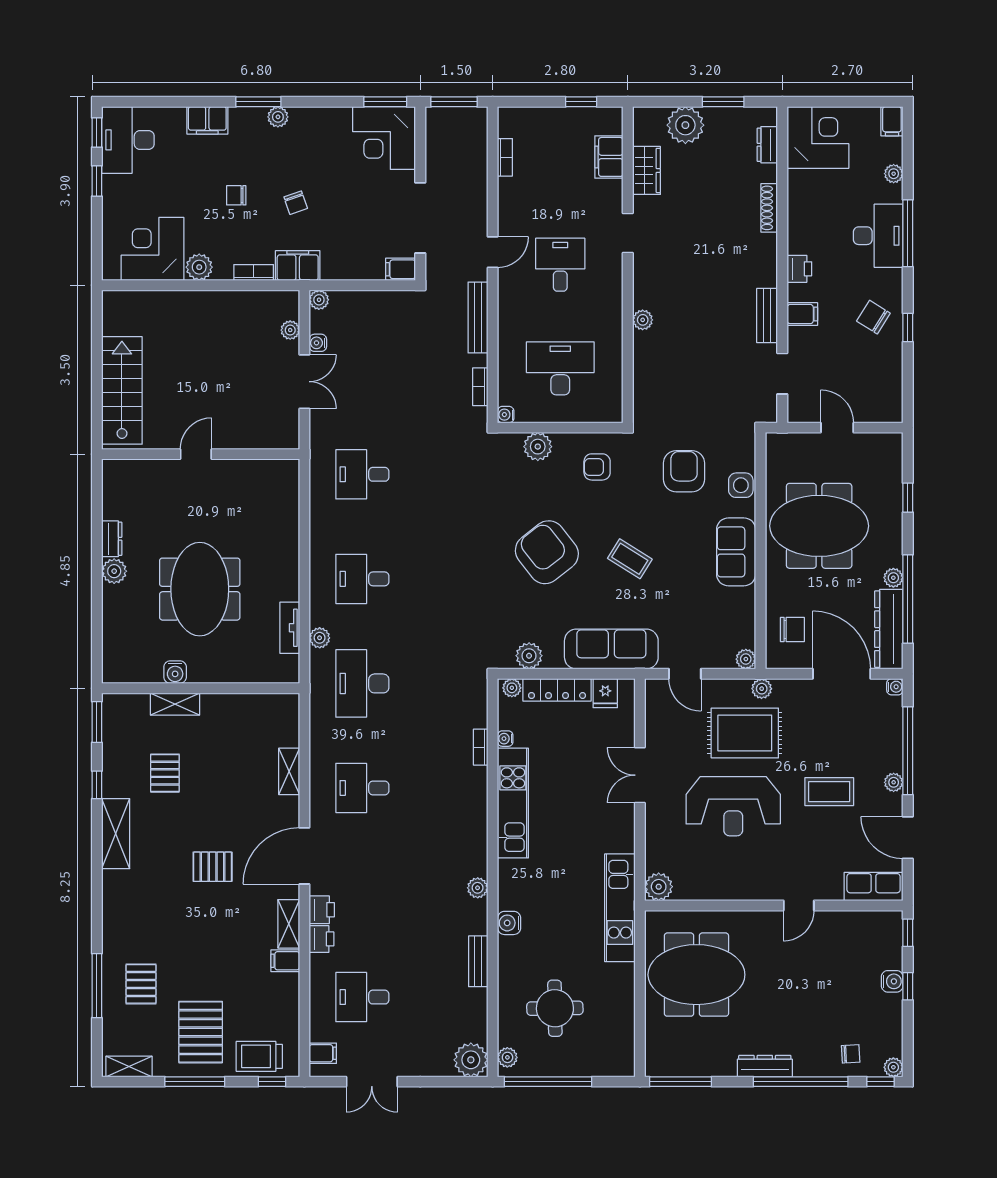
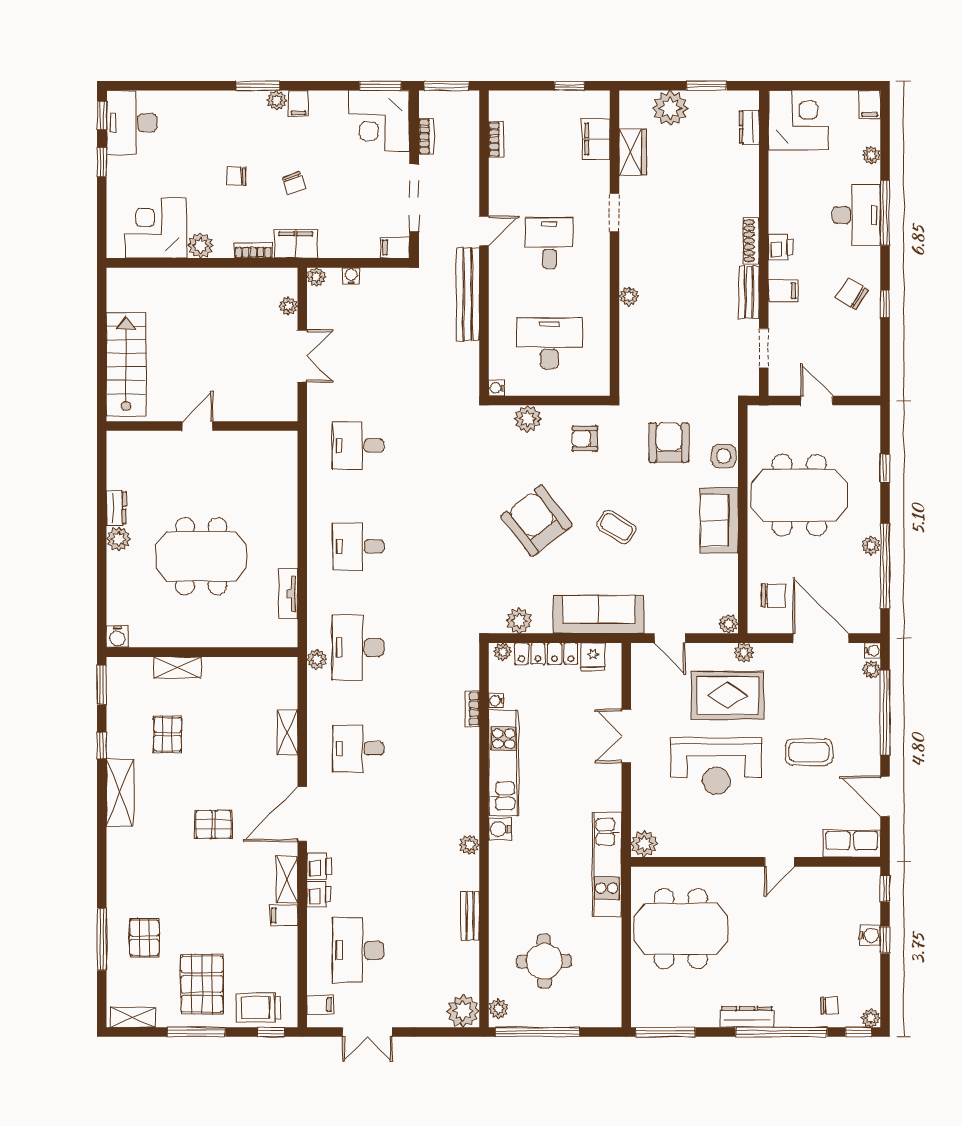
filing cabinet: (207, 120) -> (298, 104), moved, width x0.50
shoe rack: (769, 208) -> (751, 241), moved
bench: (478, 317) -> (468, 294), width x1.37, depth x1.21
water cooler: (318, 343) -> (351, 276), moved, turned 90
bookcase: (480, 387) -> (426, 137), moved, turned 180
meeting table: (200, 589) -> (201, 556), turned 90
dresser: (889, 629) -> (867, 595), removed
plant: (320, 638) -> (317, 659), moved
water cooler: (175, 672) -> (117, 637), moved
plant: (894, 782) -> (871, 669), moved
water cooler: (509, 923) -> (500, 829), moved
desk: (362, 997) -> (358, 950), width x1.37

